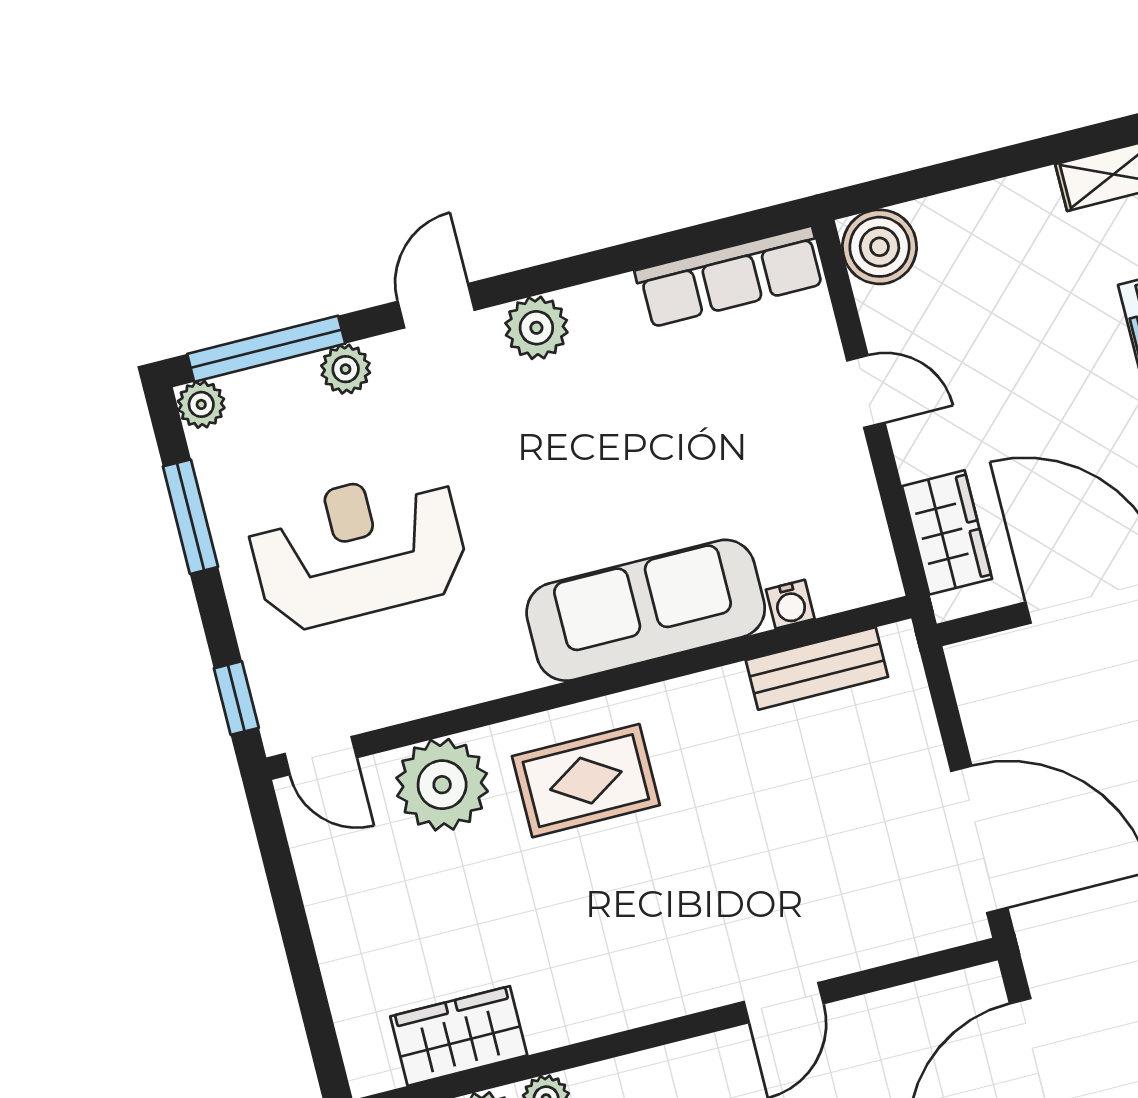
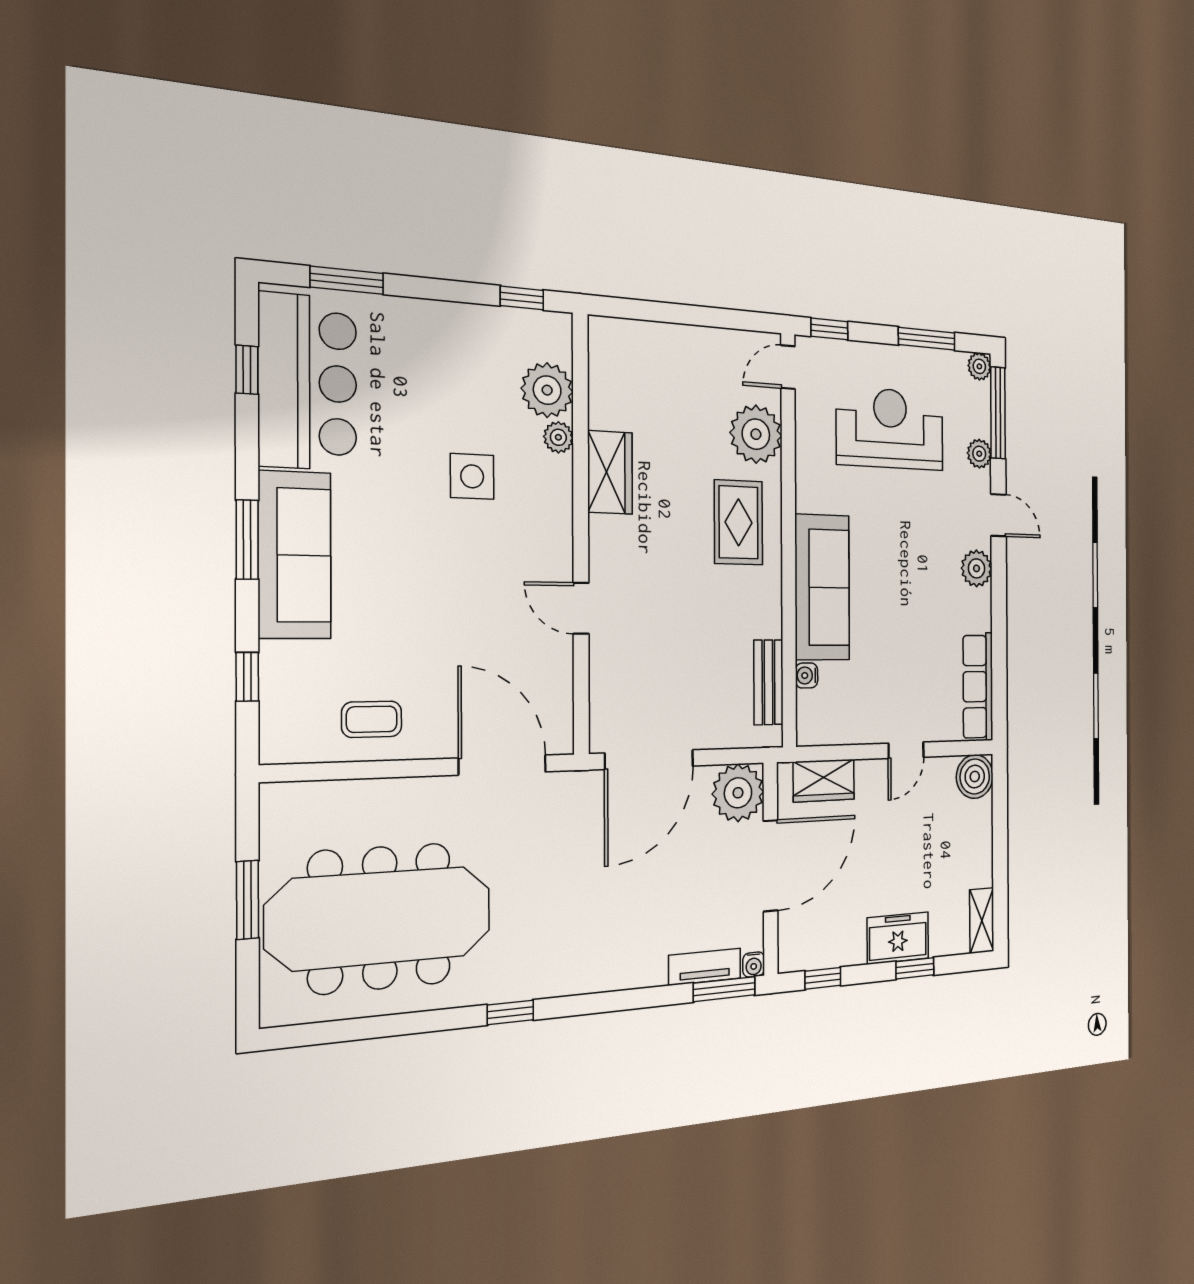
reception desk: (358, 549) -> (890, 429), turned -90
plant: (997, 679) -> (738, 793), added
wardrobe: (459, 1036) -> (610, 472), moved

